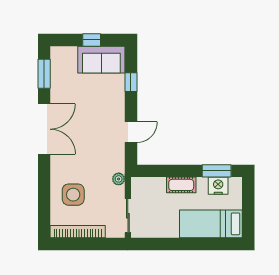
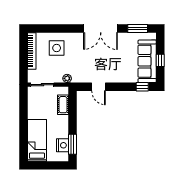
sofa: (101, 60) -> (147, 61), width x1.36
window: (131, 82) -> (142, 87), moved
cot: (181, 185) -> (63, 105), moved

